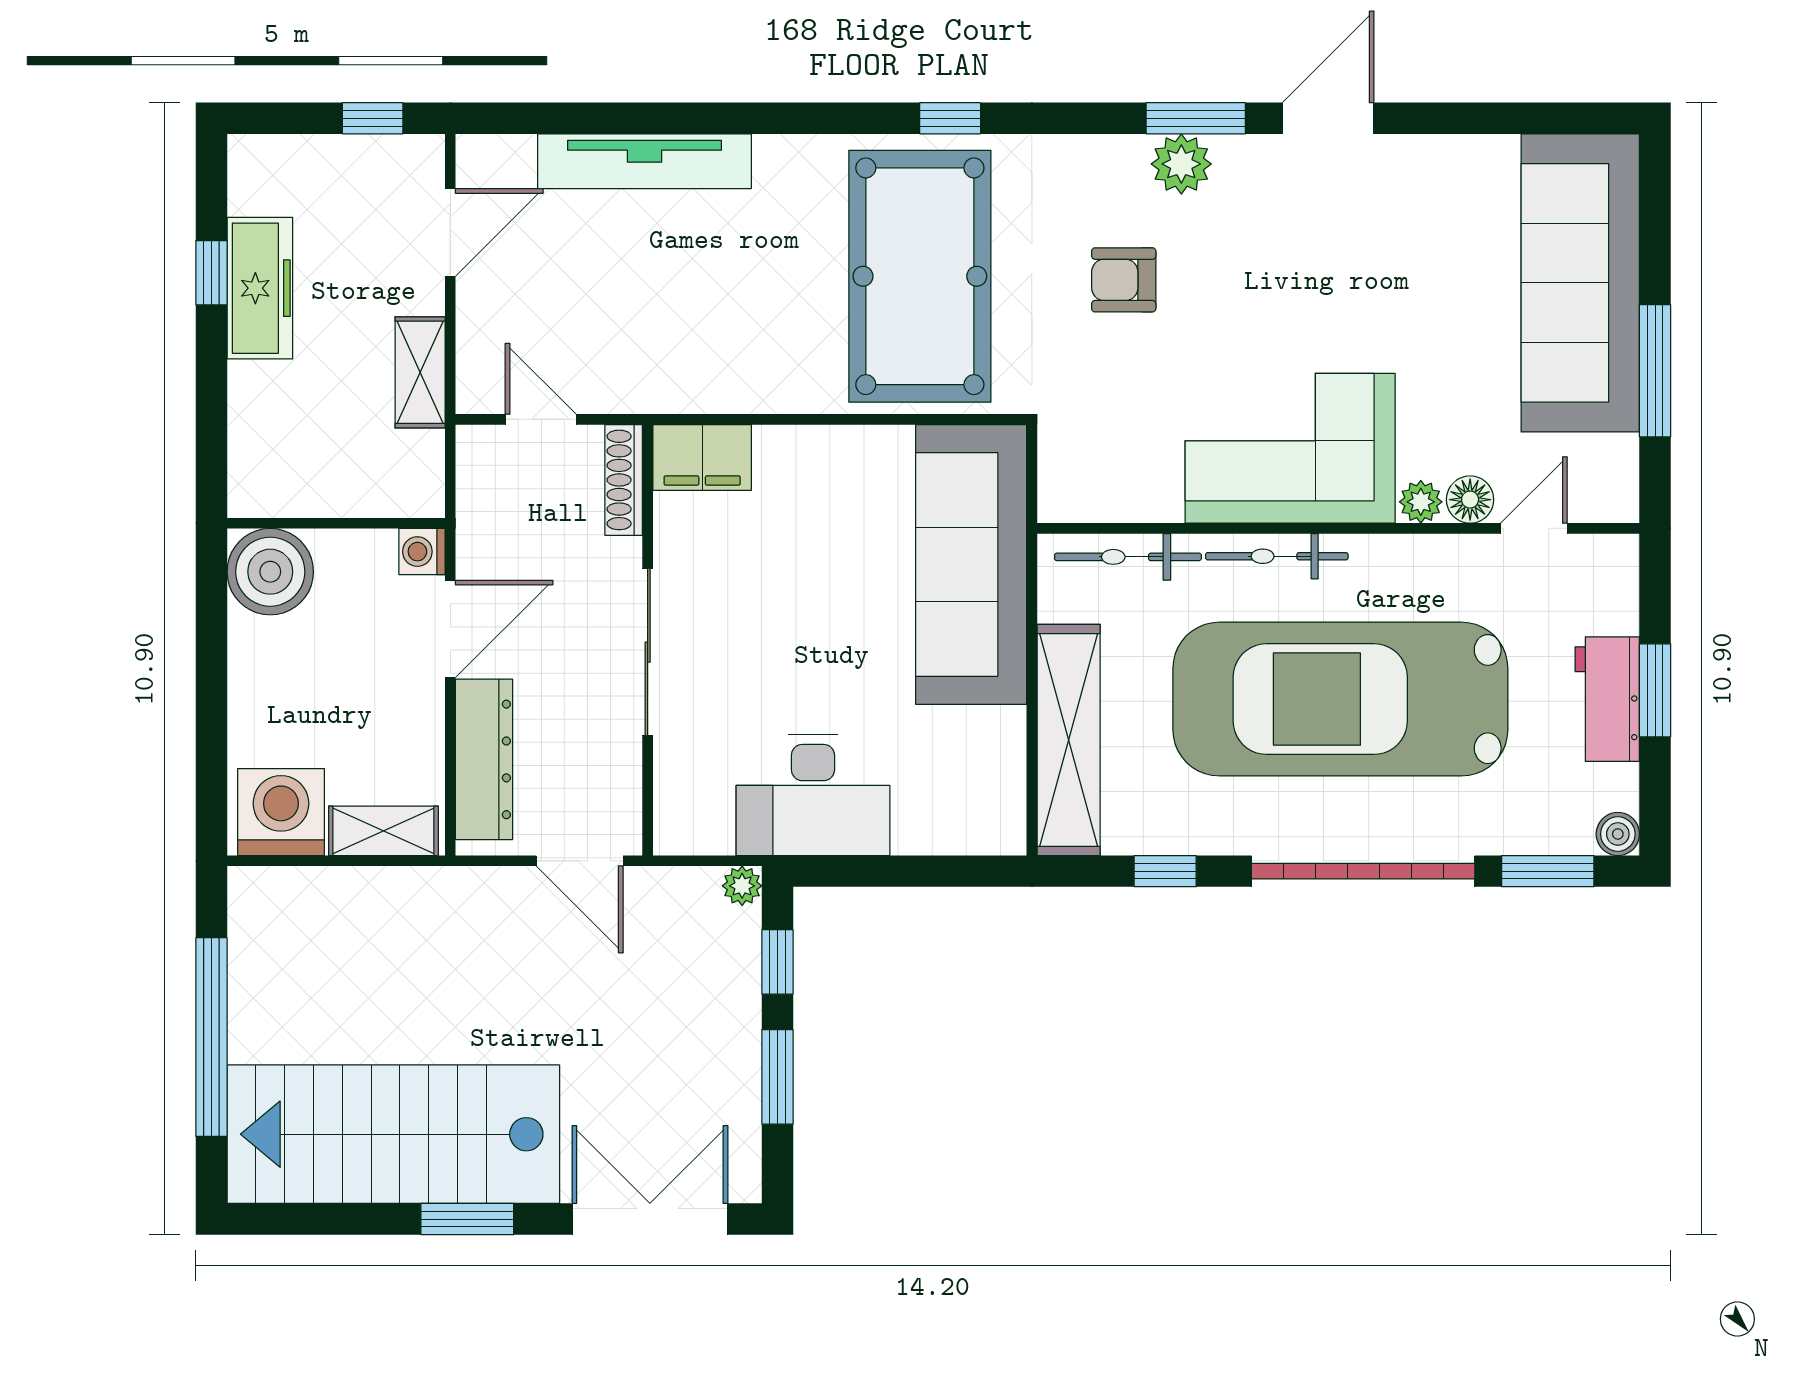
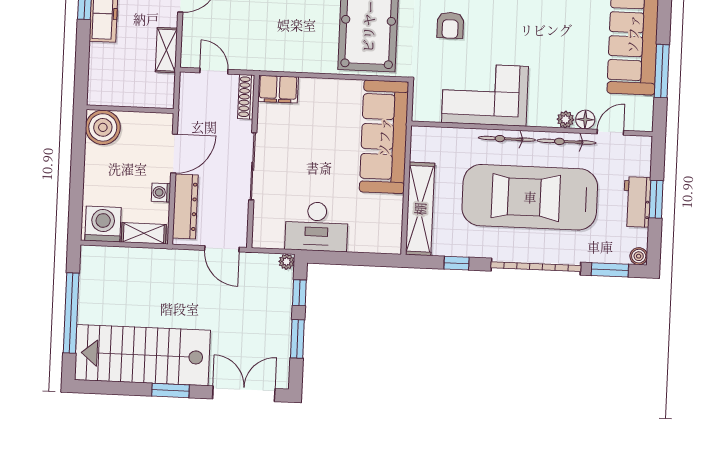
armchair: (1124, 280) -> (450, 25), turned -90
corner sofa: (1290, 448) -> (485, 95), moved
washing machine: (422, 552) -> (161, 193), moved
bicycle: (1128, 557) -> (566, 142), moved

